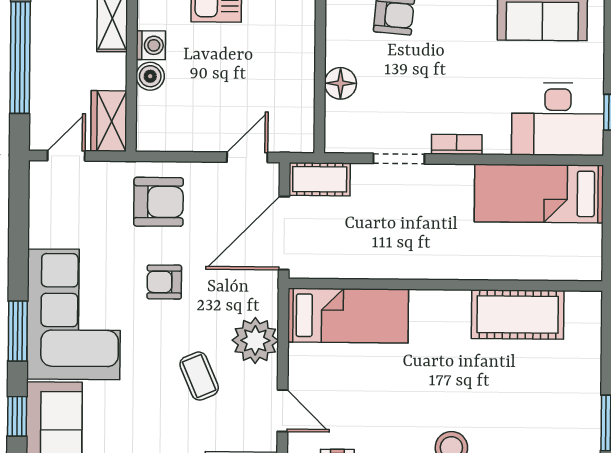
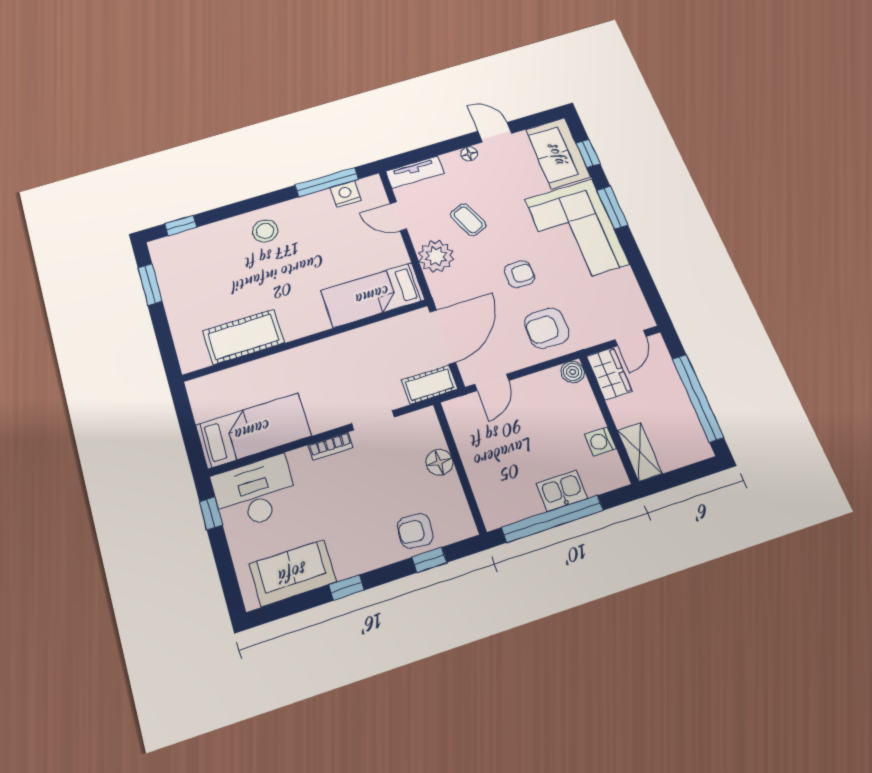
boiler: (150, 76) -> (573, 372), moved

